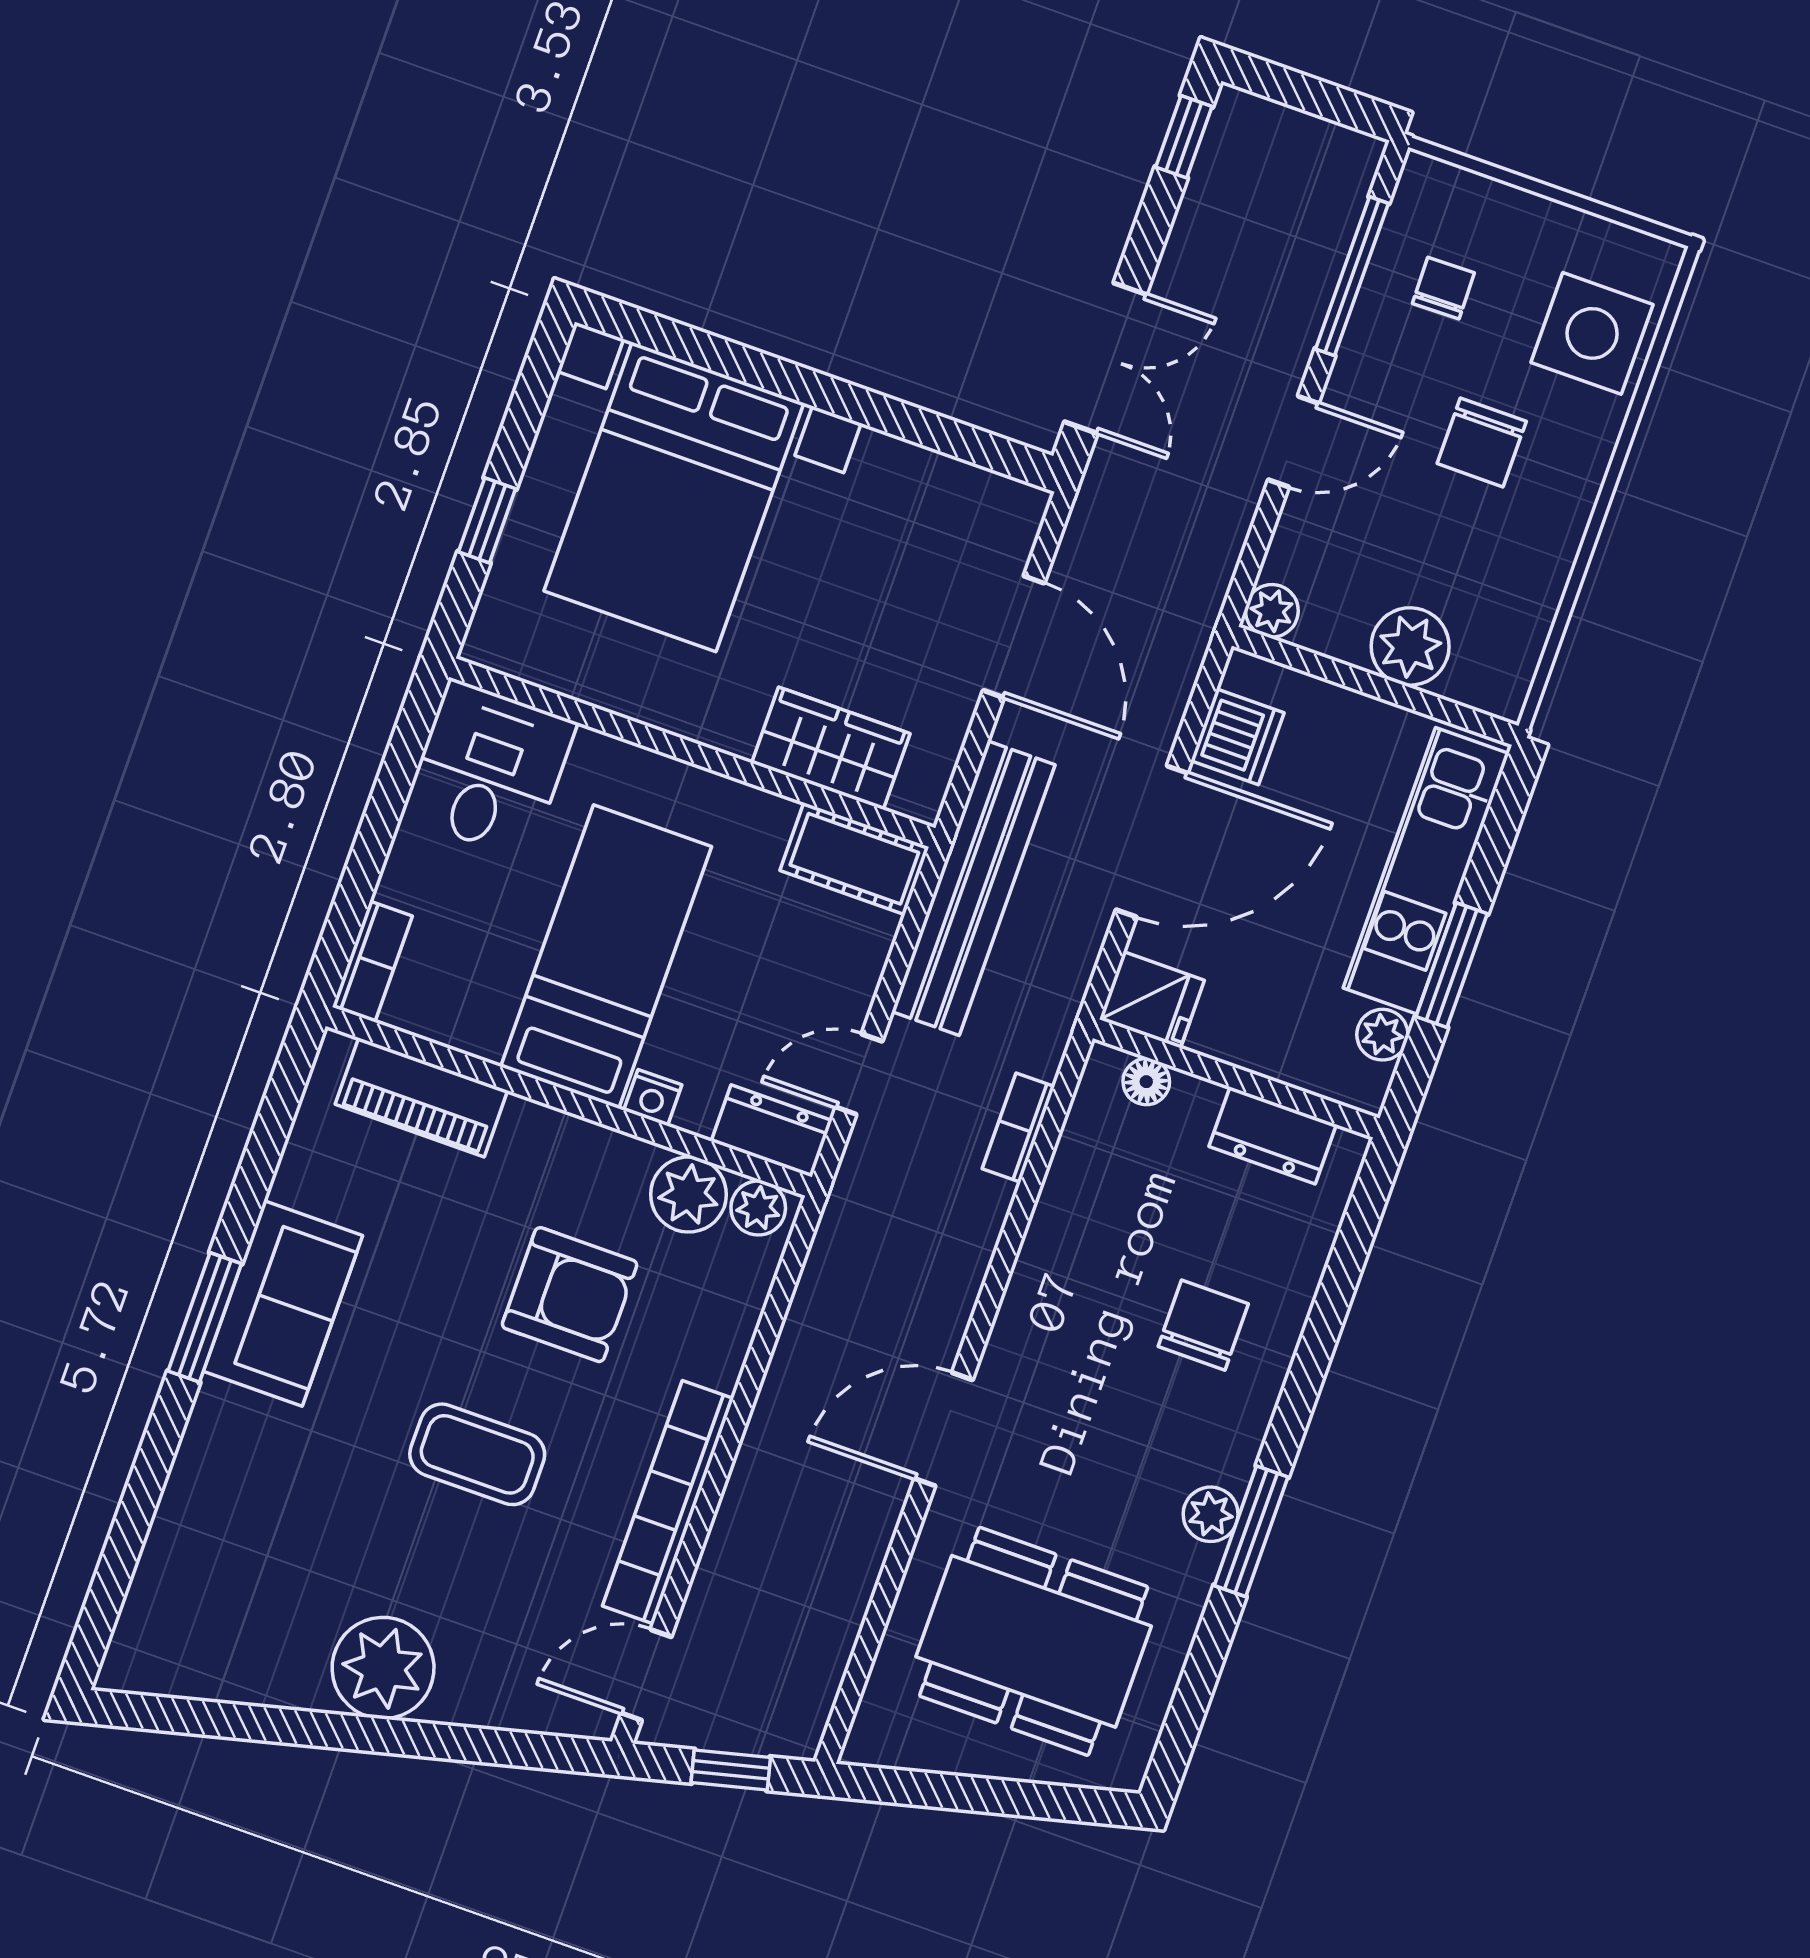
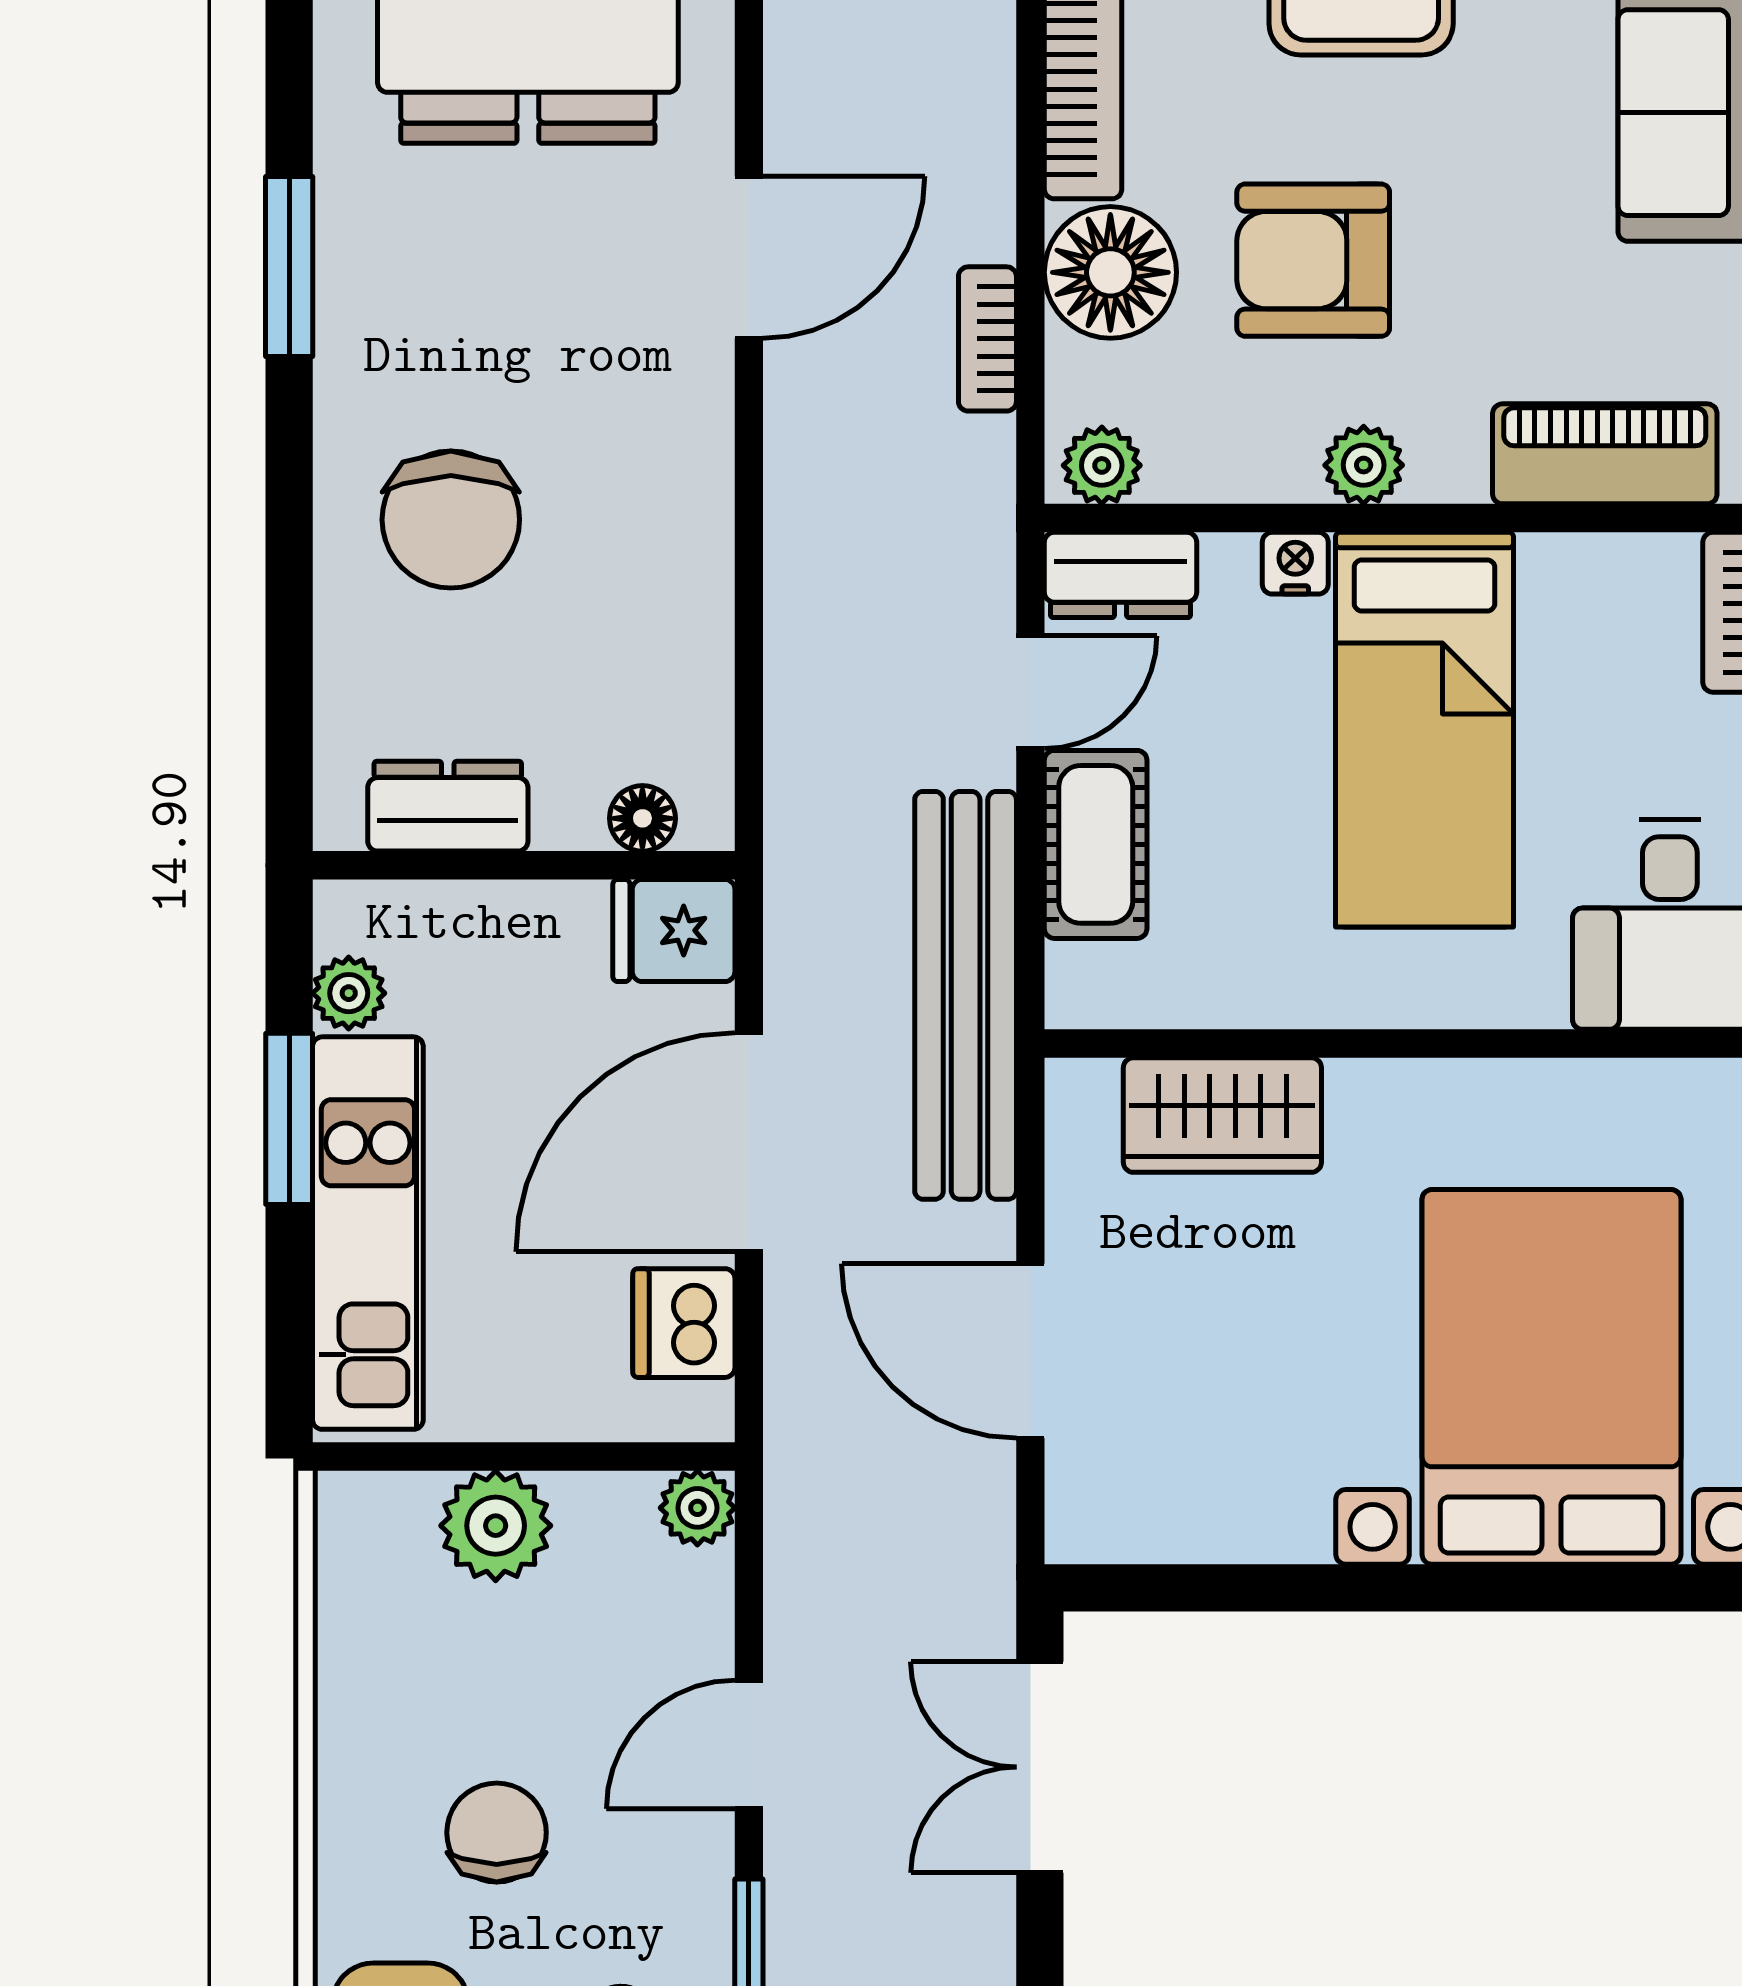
cot: (854, 859) -> (1096, 844), moved, turned 90
bookcase: (1018, 1128) -> (987, 339), moved, turned 180
plant: (689, 1194) -> (1364, 465), moved, width x0.73, depth x0.73
chair: (1203, 1325) -> (451, 520), width x1.37, depth x1.37
floor lamp: (707, 1334) -> (1110, 272), added
plant: (1211, 1514) -> (351, 270), removed

